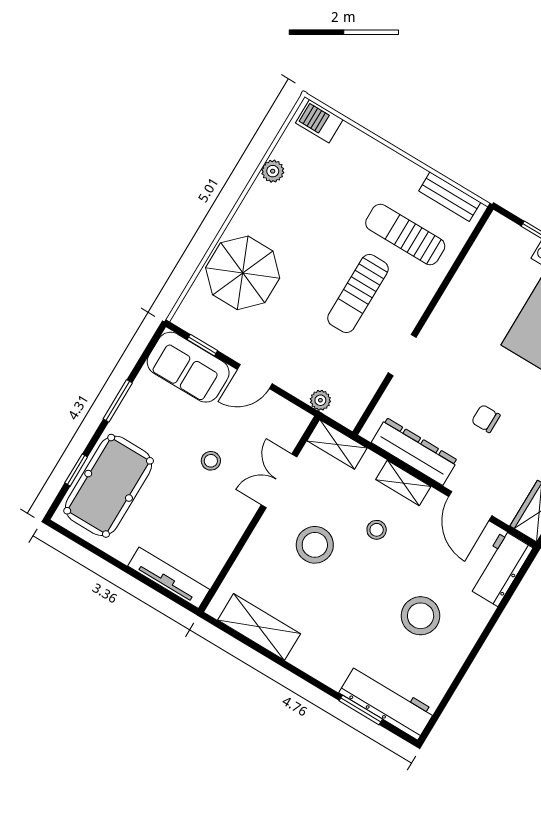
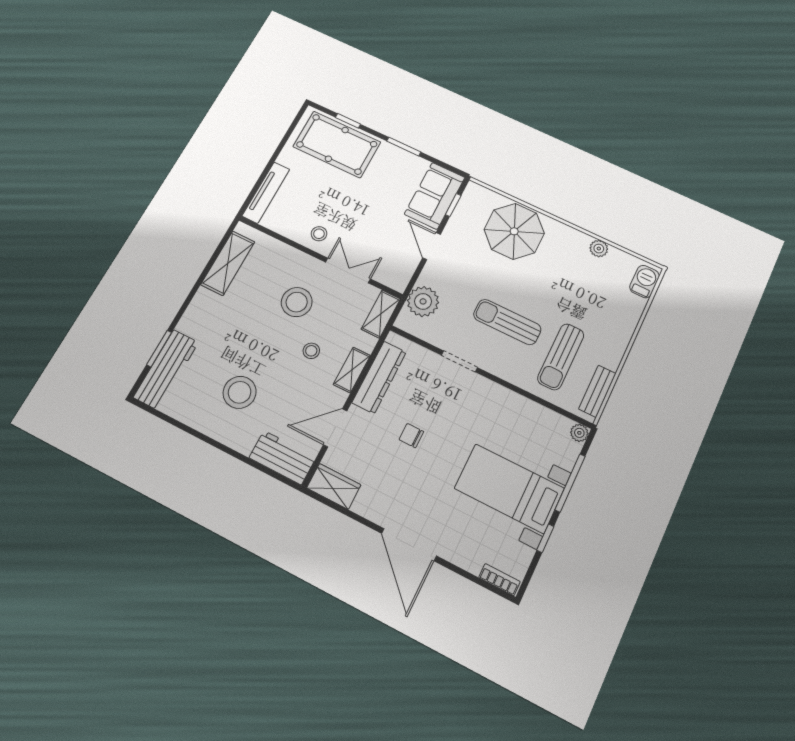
plant: (497, 224) -> (579, 433), added
sun lounger: (405, 234) -> (561, 357), turned 180
plant: (320, 400) -> (423, 301), width x1.87, depth x1.87
chair: (486, 419) -> (411, 436), turned -90
stool: (211, 461) -> (319, 234), moved

